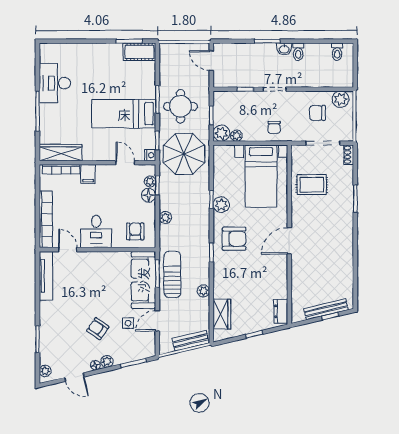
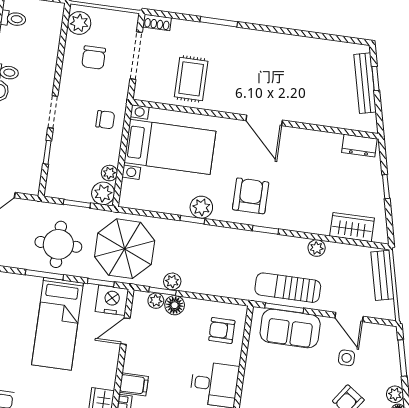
nightstand: (150, 155) -> (112, 300), width x1.89, depth x1.79
plant: (165, 217) -> (172, 281), moved
sofa: (143, 280) -> (290, 328), width x0.73

